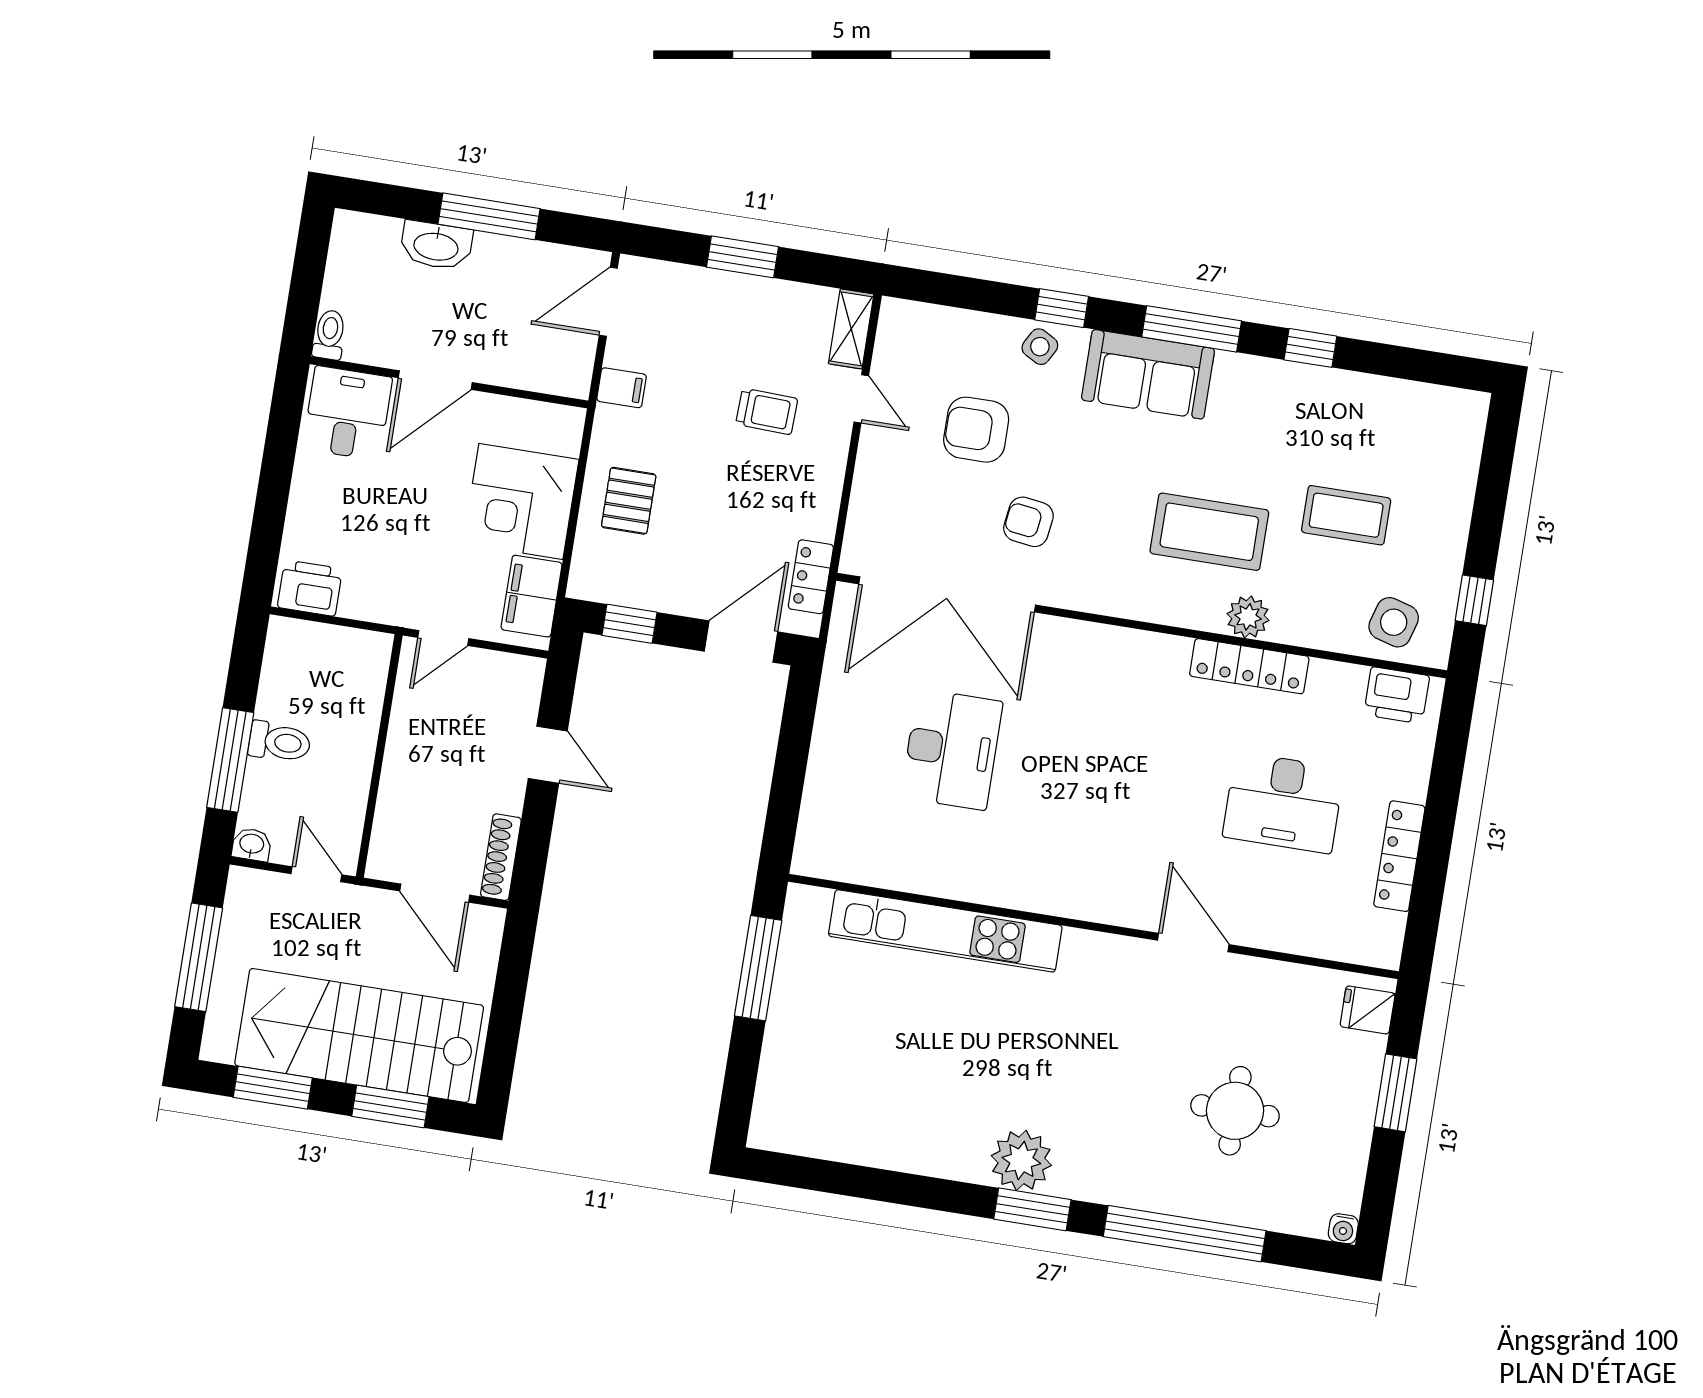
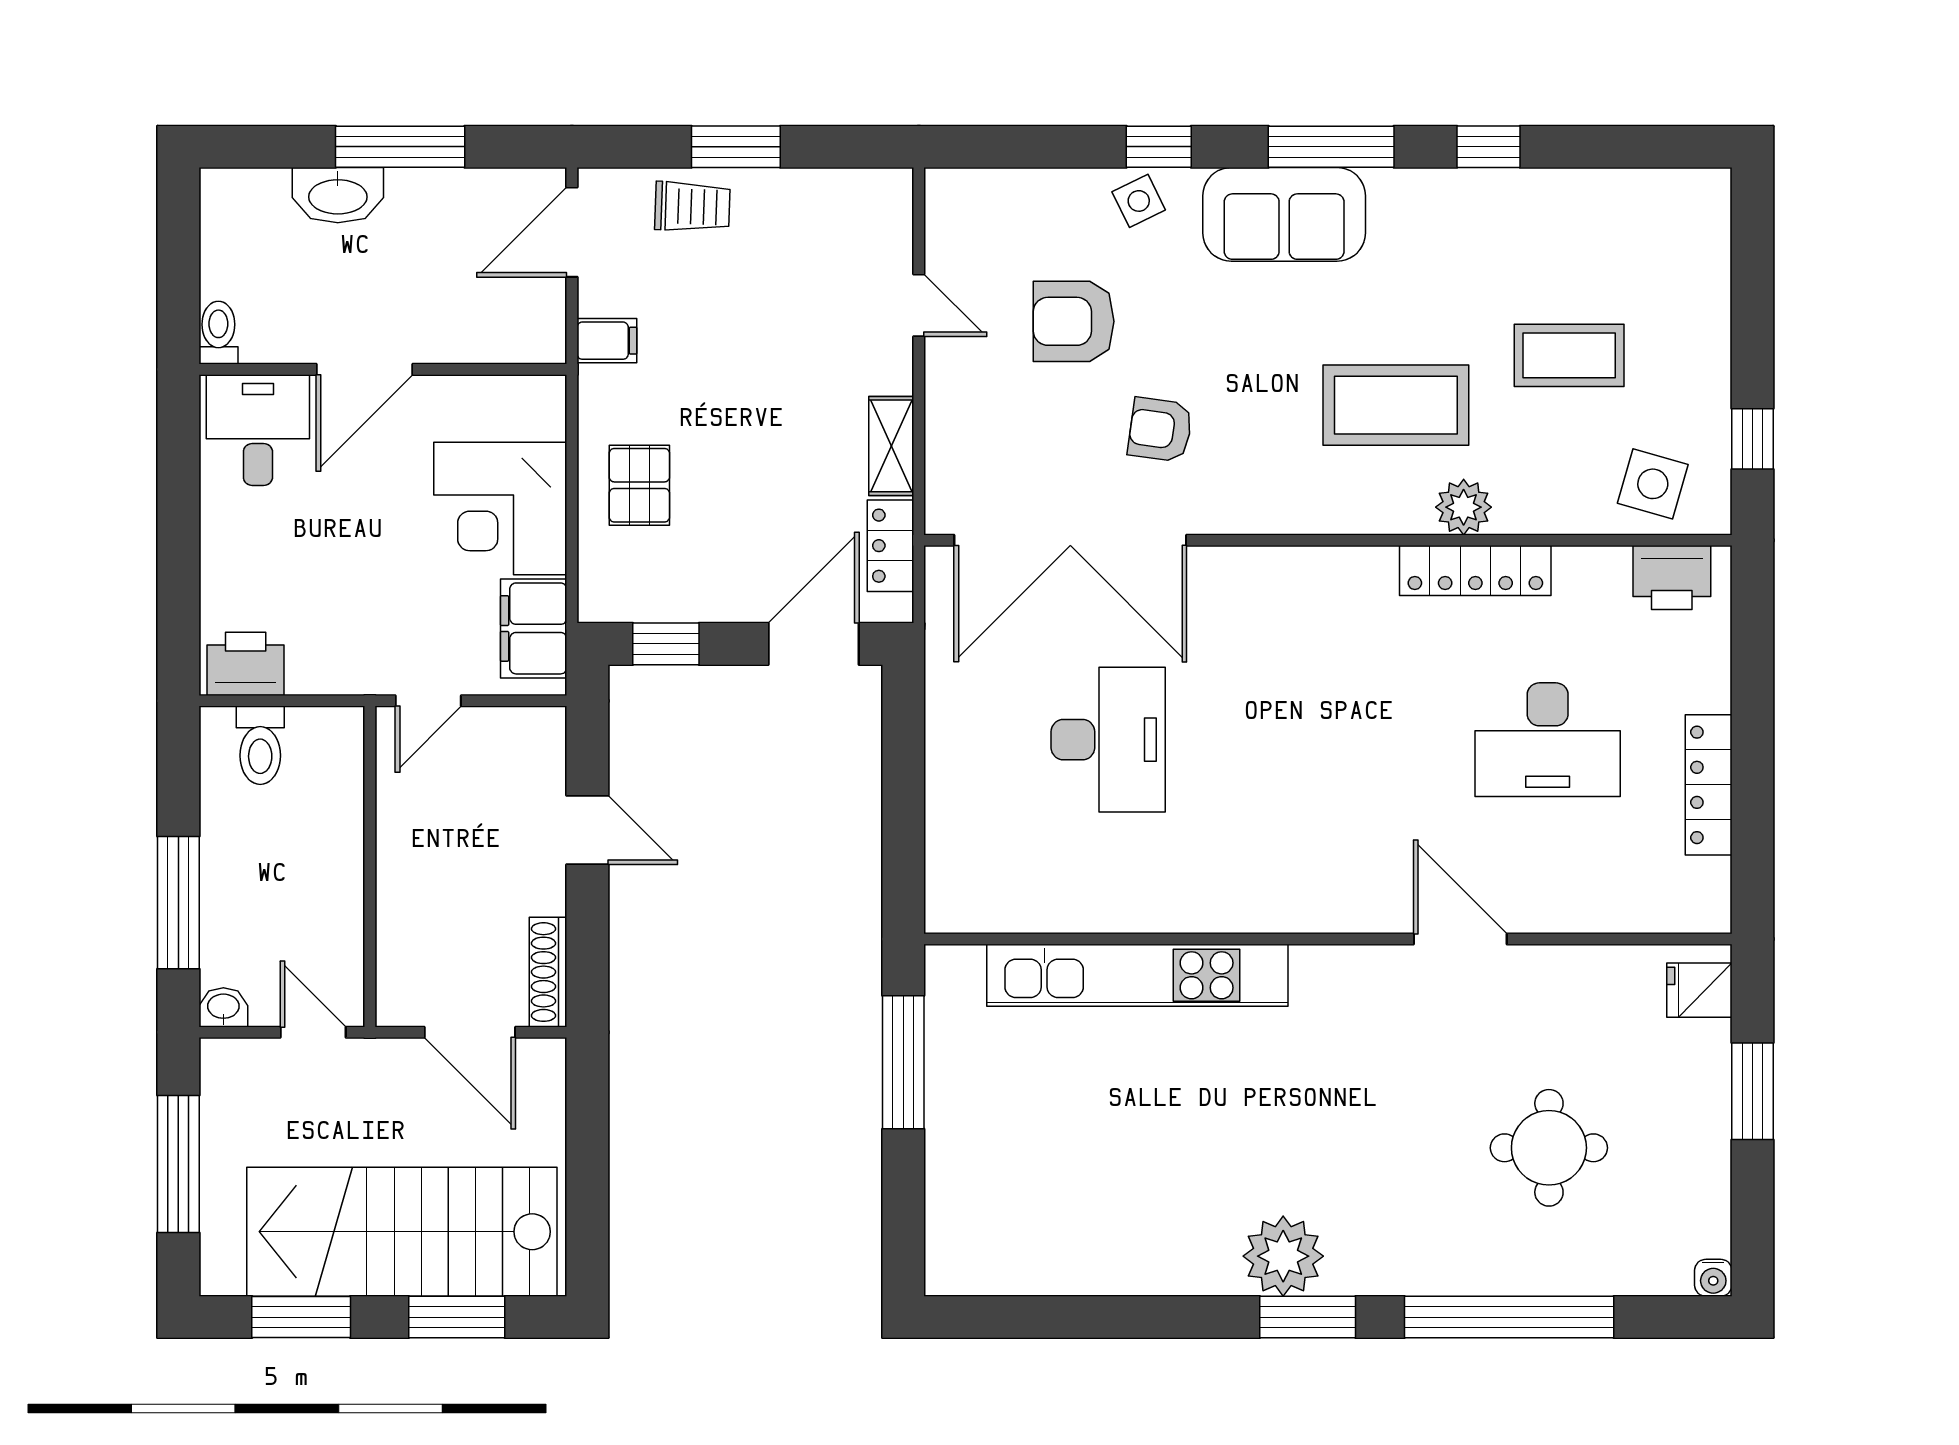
shelving: (851, 329) -> (891, 446), moved
side table: (1040, 347) -> (1139, 201), turned 35
trolley: (767, 411) -> (692, 207), moved
toilet: (280, 742) -> (260, 745), moved, turned 90

